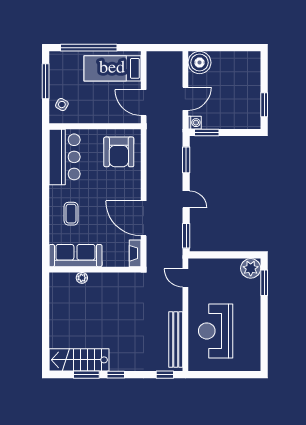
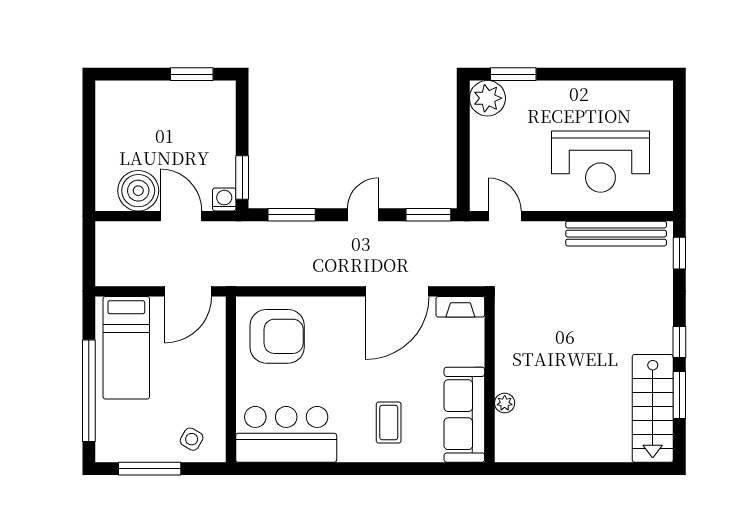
boiler: (199, 63) -> (138, 191), moved
coffee table: (71, 214) -> (389, 423), turned 90
door: (185, 278) -> (505, 216), swing flipped

